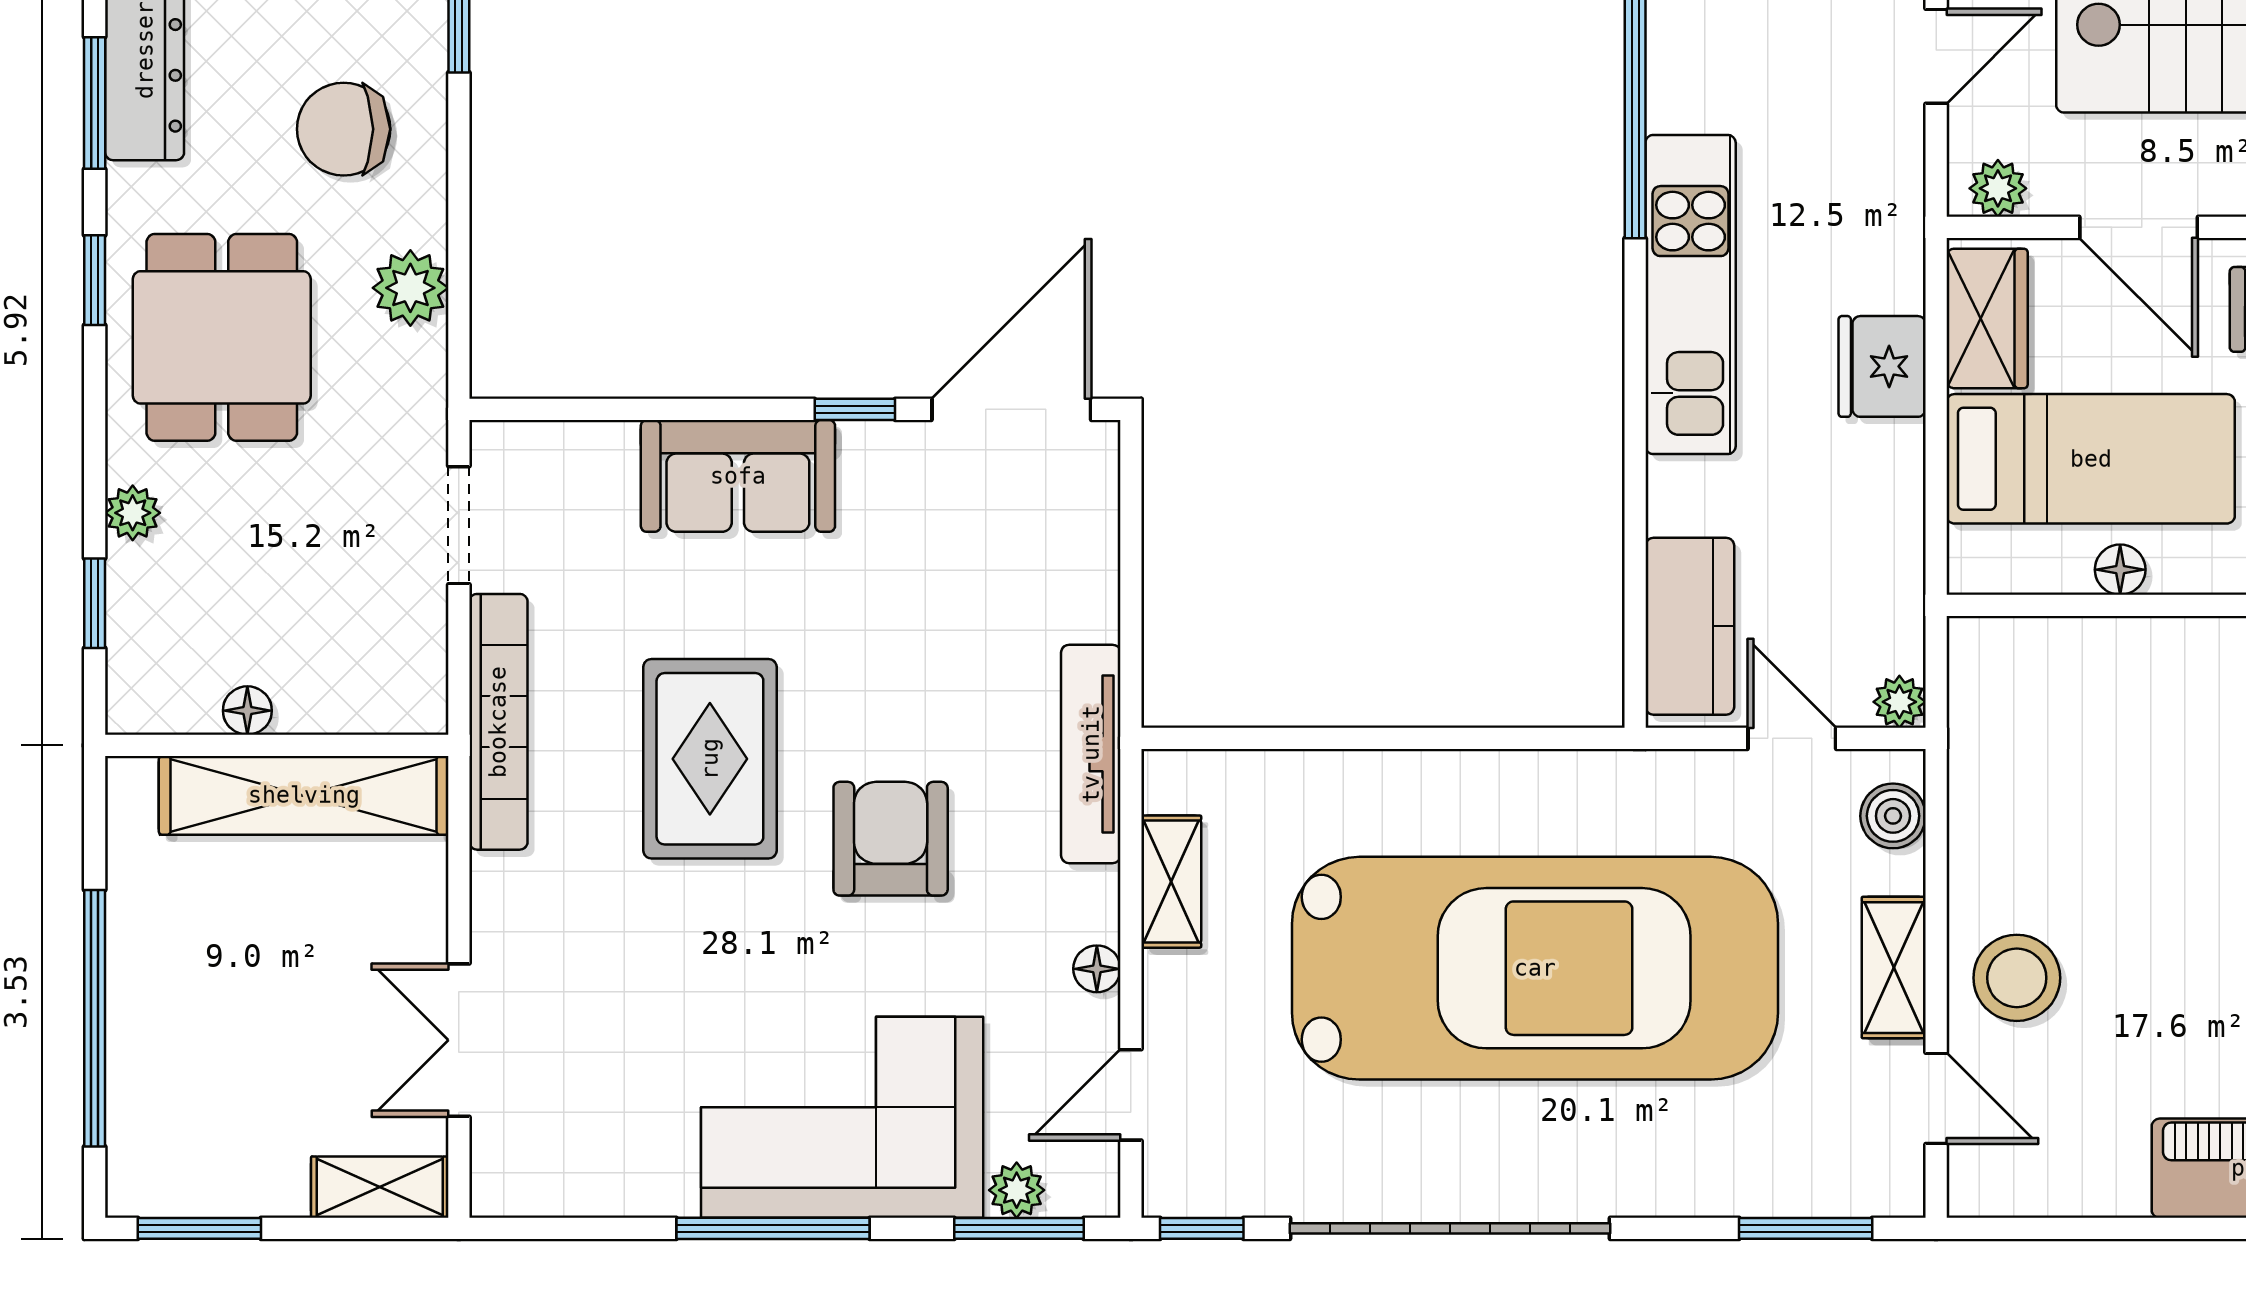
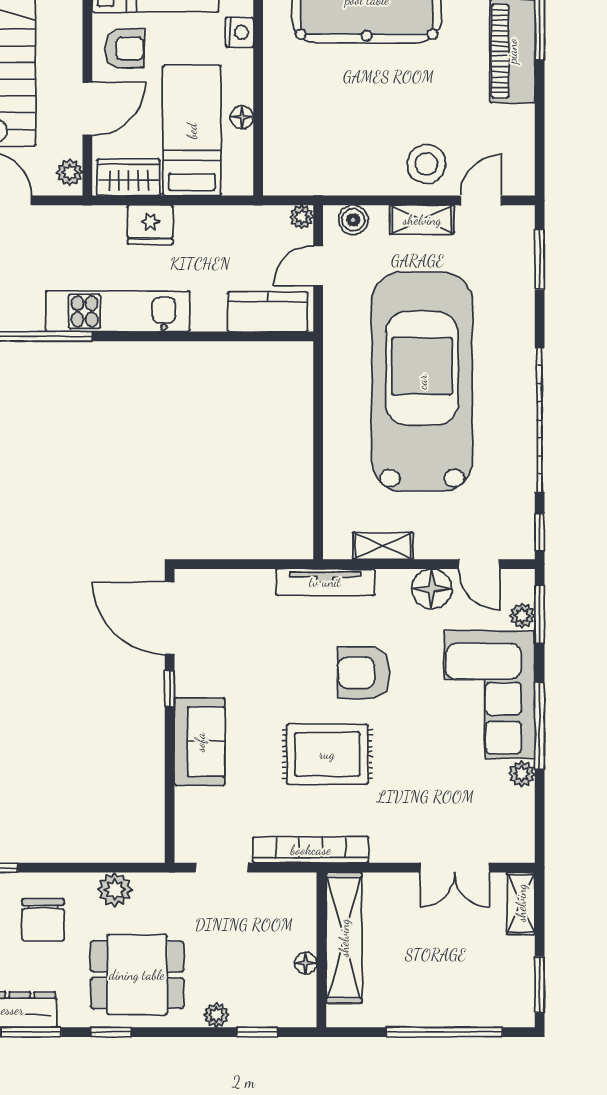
floor lamp: (1097, 969) -> (432, 589), width x1.89, depth x1.89
plant: (667, 1189) -> (522, 774), added

